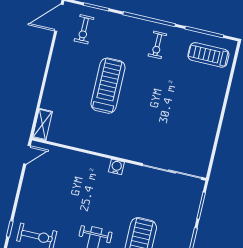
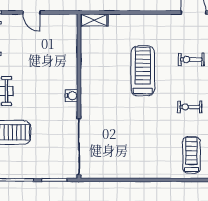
exercise bike: (84, 29) -> (191, 59), moved
treadmill: (108, 86) -> (143, 71), turned -90
door: (27, 155) -> (31, 13), moved

